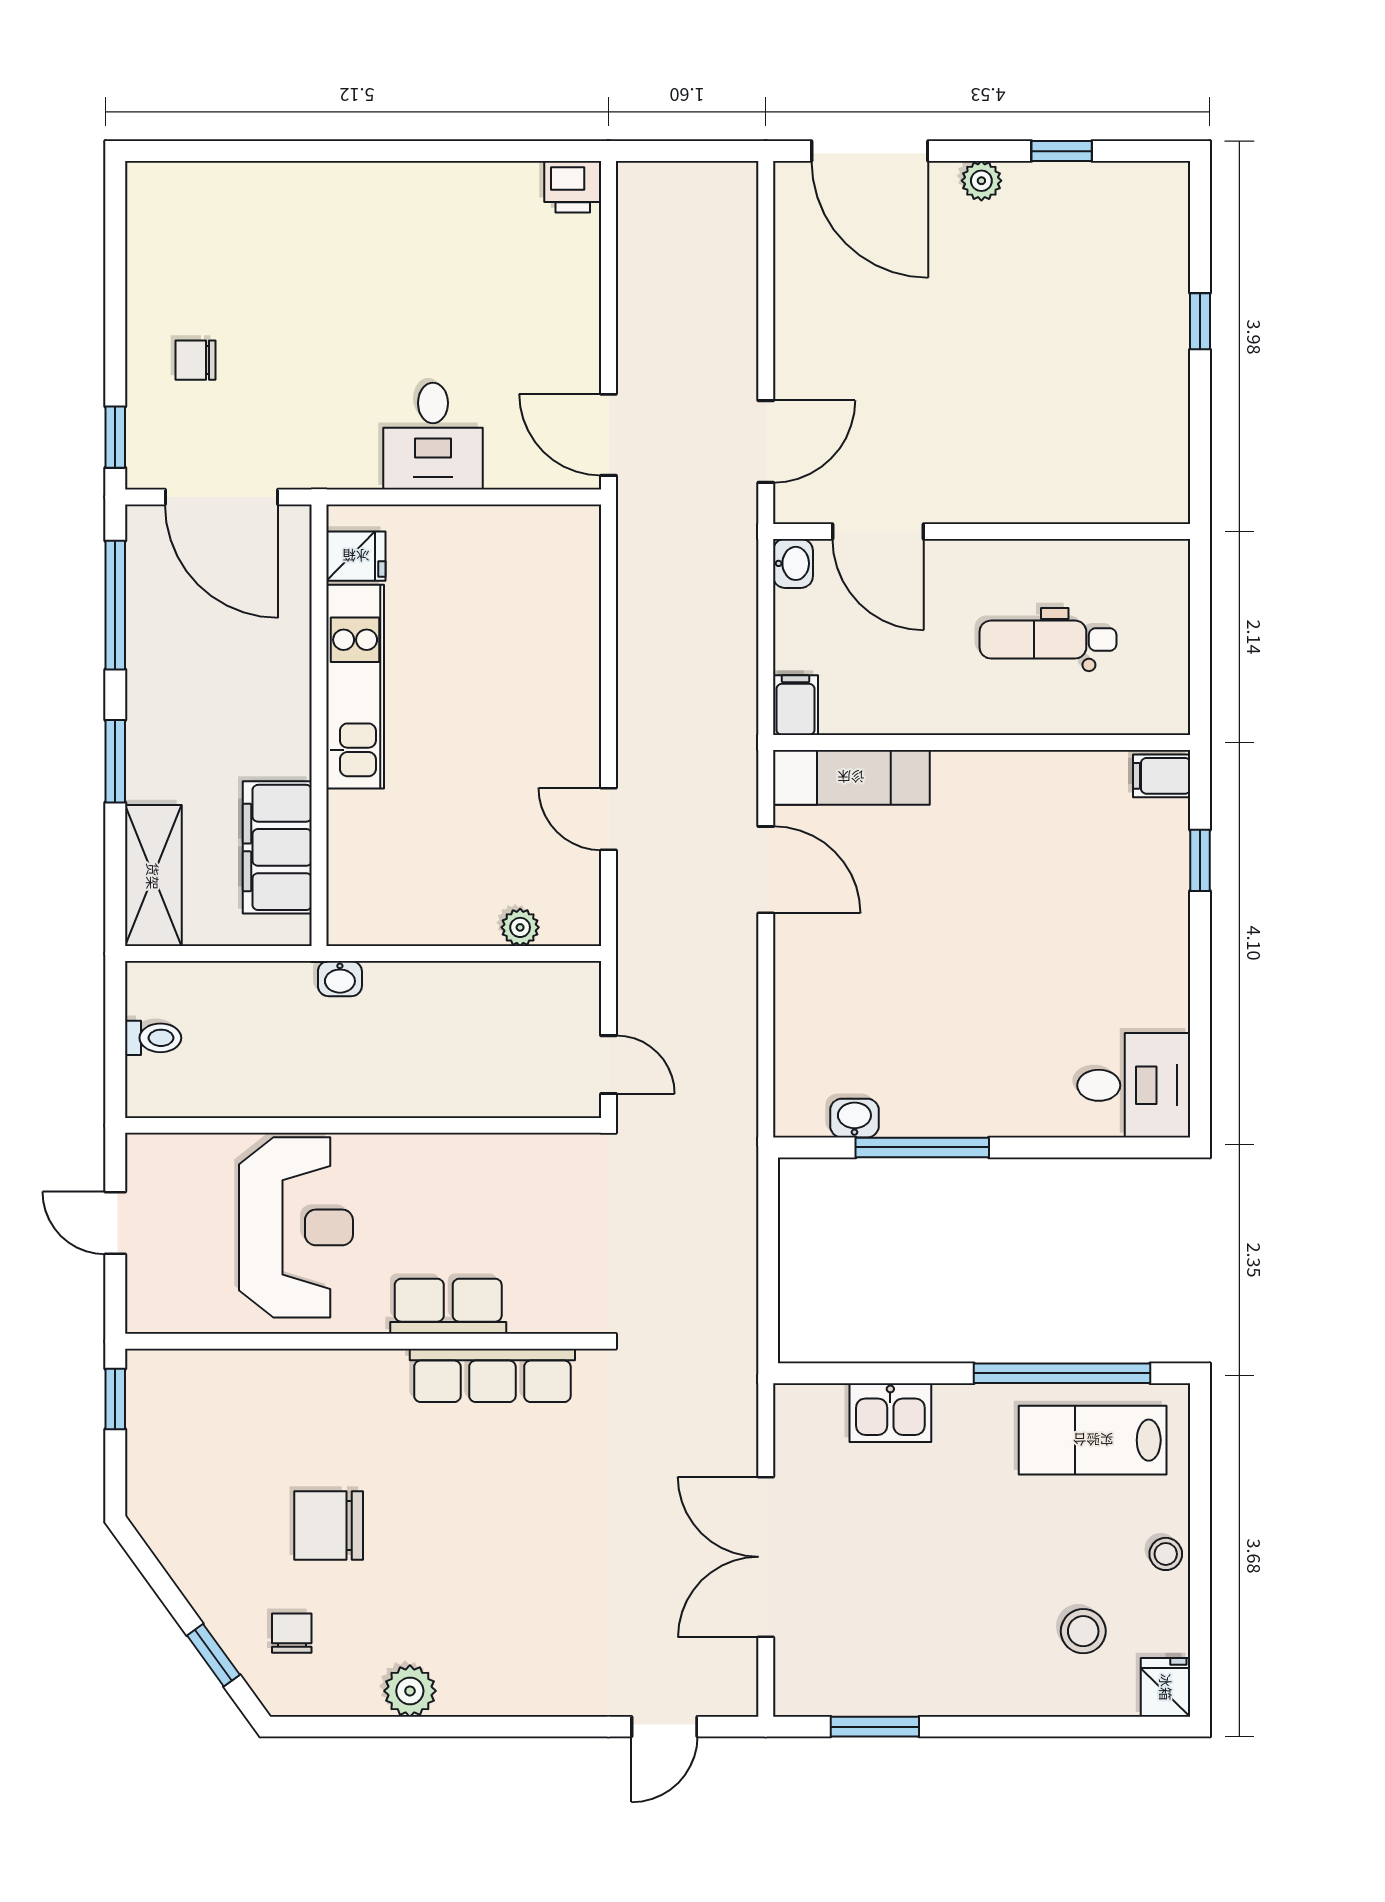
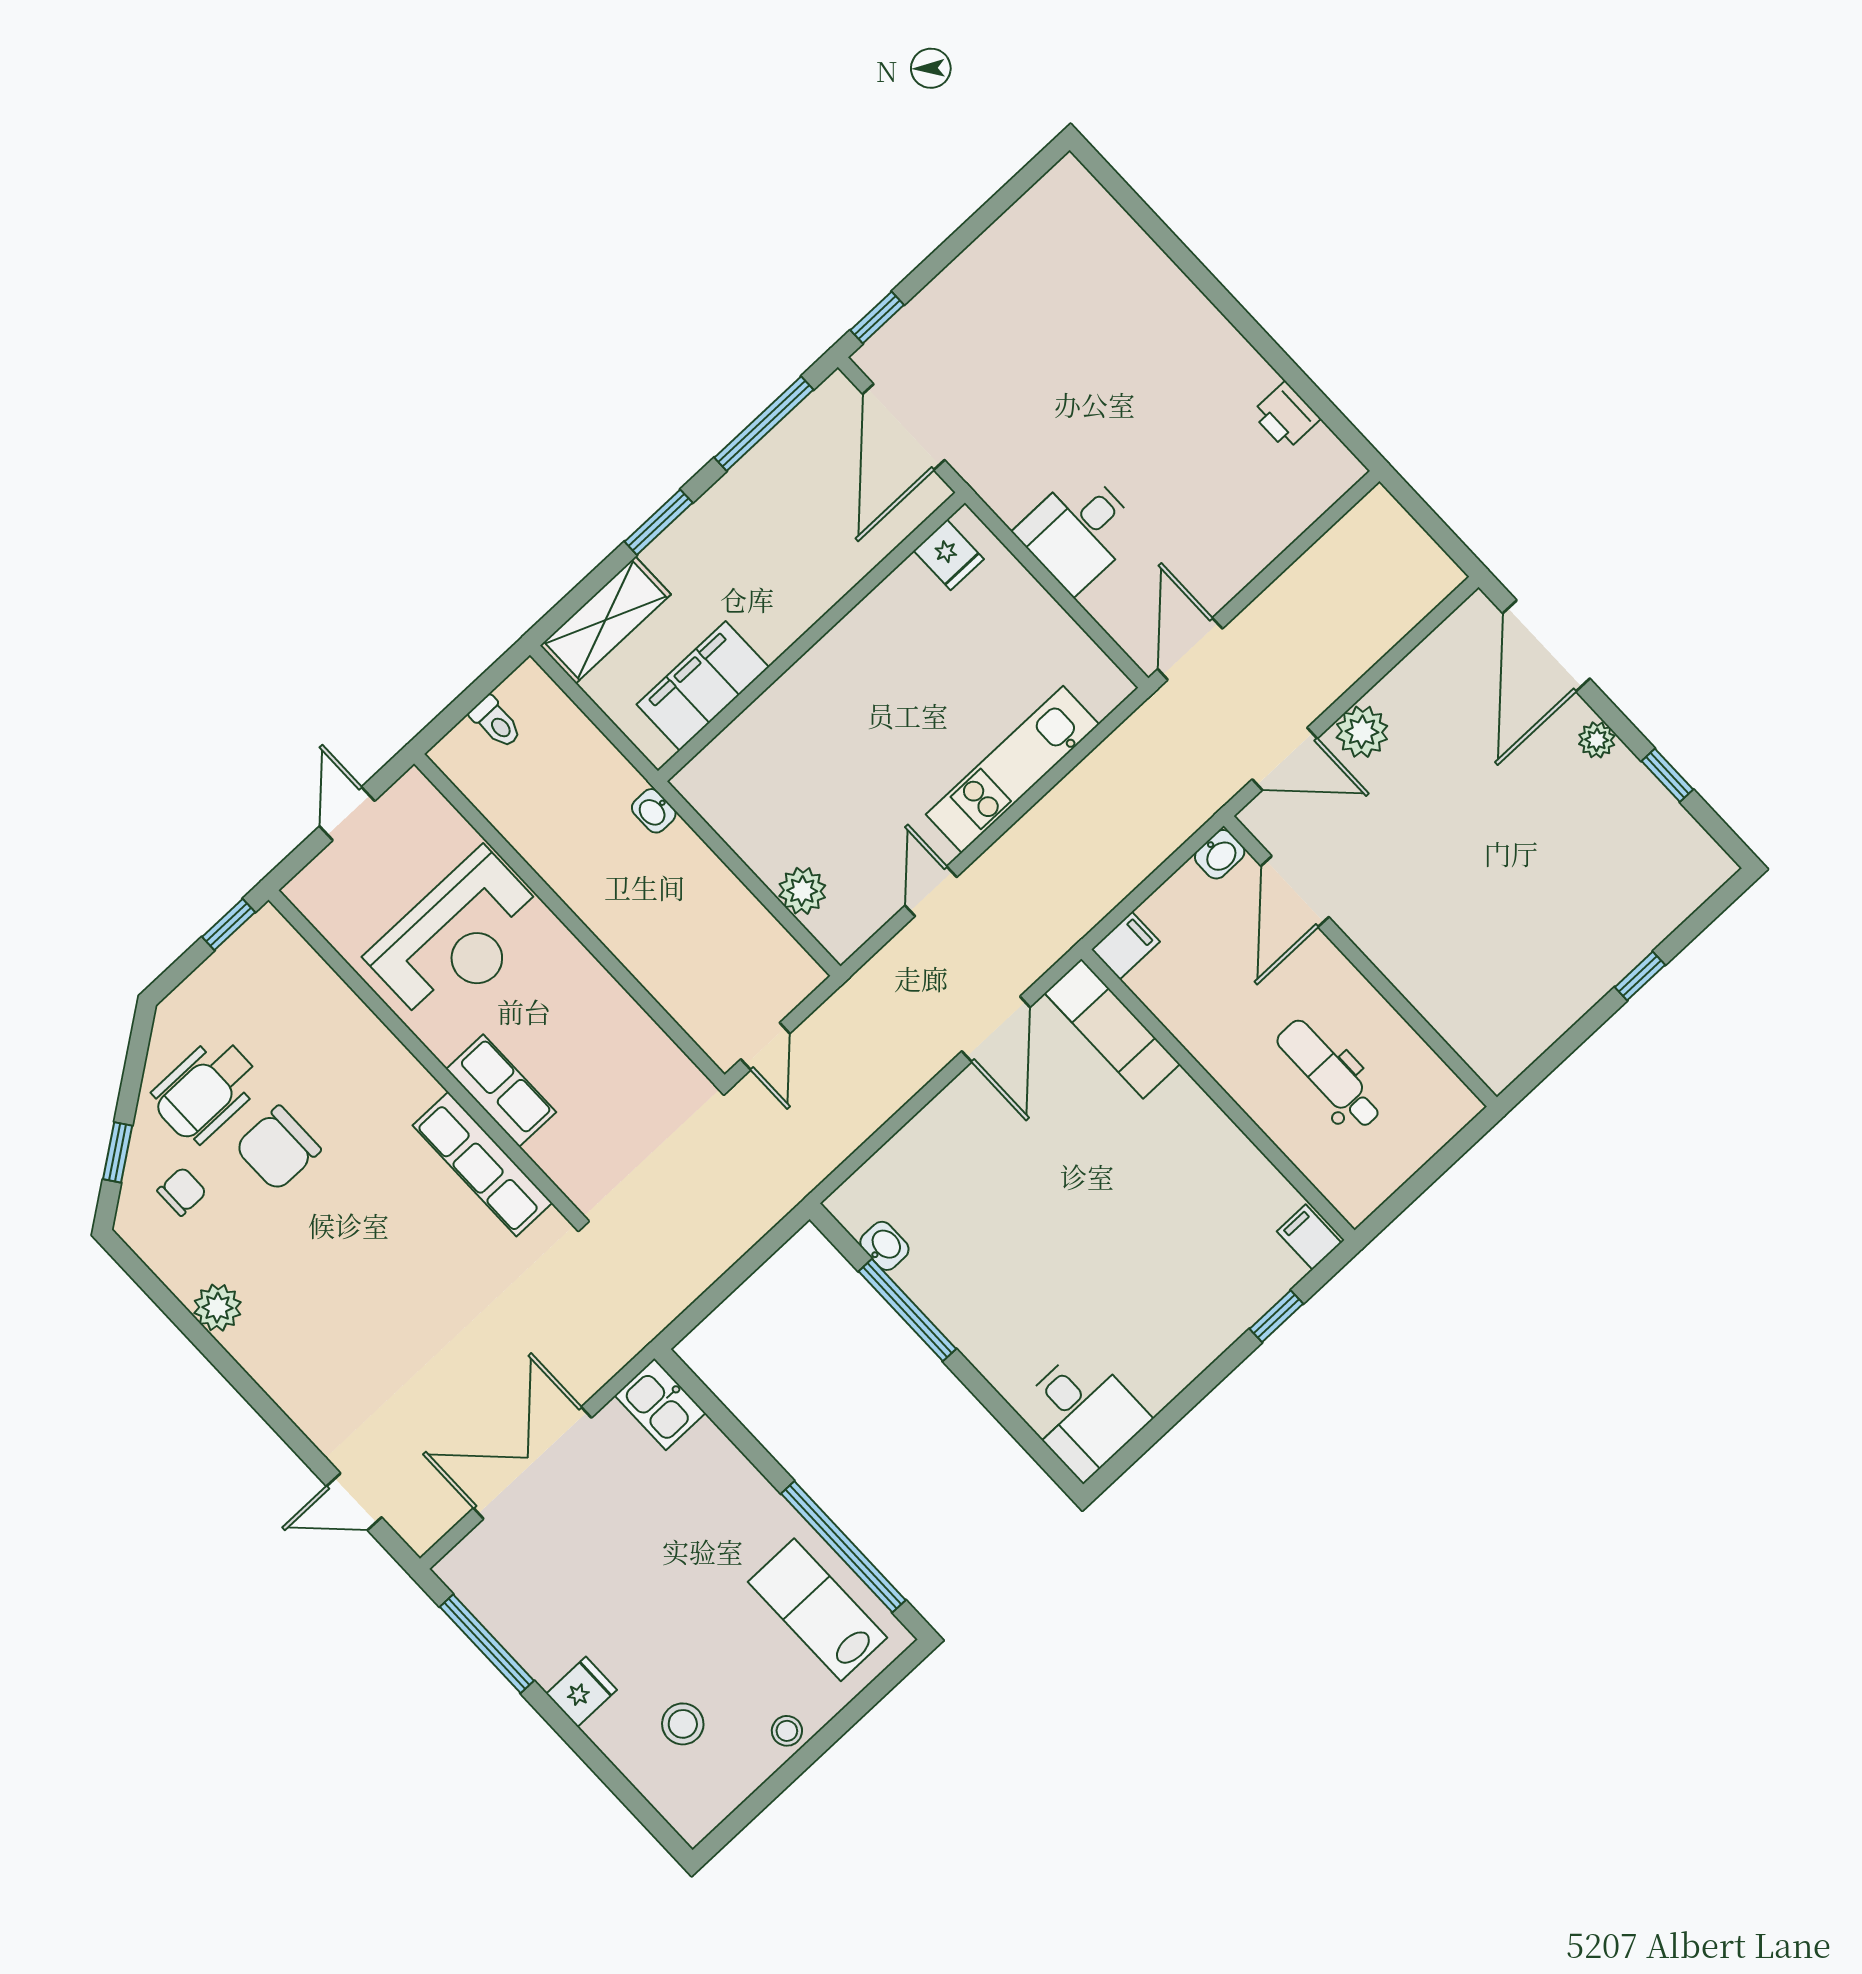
printer: (573, 187) -> (1286, 416), moved
chair: (196, 360) -> (980, 323), removed
plant: (801, 360) -> (1362, 732), added
kitchen unit: (355, 687) -> (1012, 769), moved, turned 180
plant: (520, 927) -> (802, 891), width x1.38, depth x1.38
kitchen sink: (890, 1413) -> (660, 1404), moved
chair: (329, 1526) -> (278, 1148), turned -90
wheelchair: (229, 1539) -> (206, 1090), added
fridge: (1166, 1687) -> (582, 1692), moved
window: (875, 1727) -> (487, 1644), width x1.44

